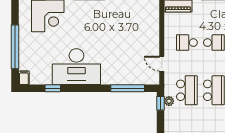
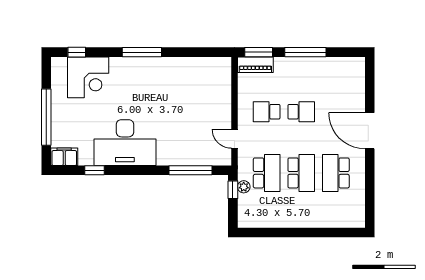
filing cabinet: (24, 78) -> (64, 157), width x2.00

